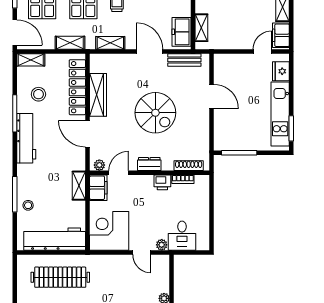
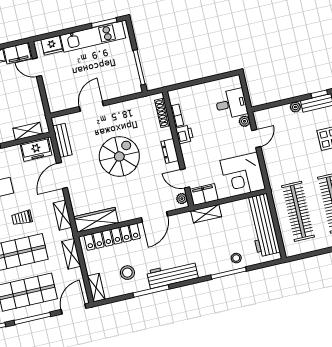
wardrobe: (98, 95) -> (96, 220), moved

